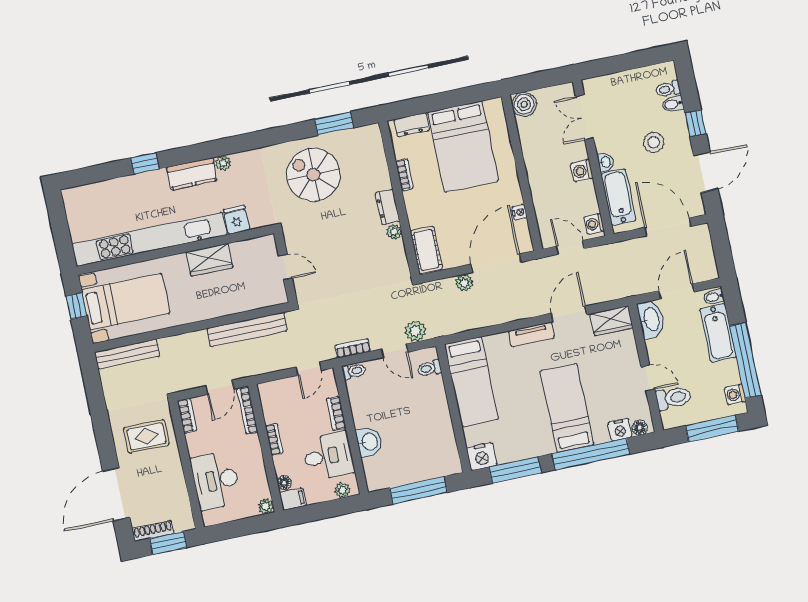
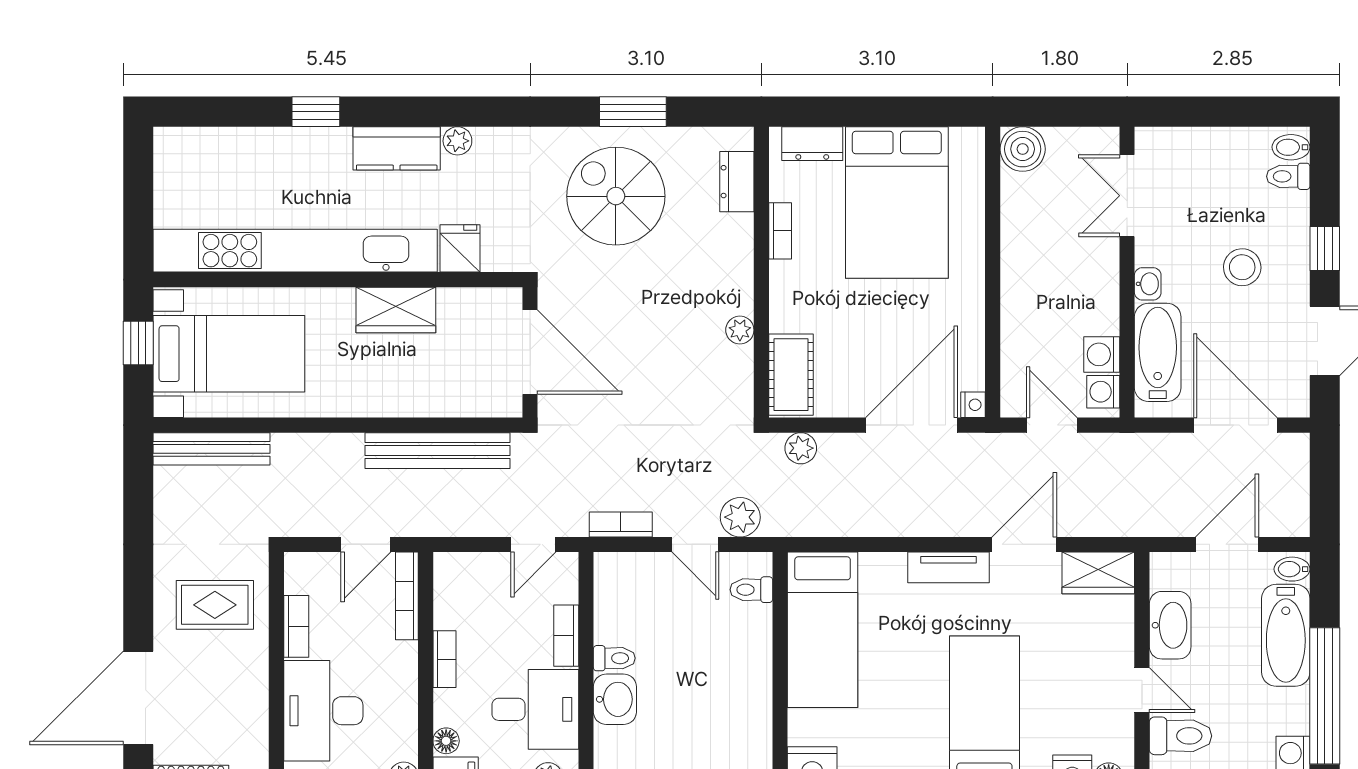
bidet: (673, 104) -> (1291, 147), moved
window: (334, 124) -> (633, 112), moved
washing machine: (582, 171) -> (1102, 354), moved
dresser: (387, 207) -> (737, 182), moved
nightstand: (519, 212) -> (973, 405), moved
door: (285, 267) -> (530, 352), width x1.87
plant: (464, 283) -> (801, 448), moved
washbasin: (651, 319) -> (1170, 625), moved
toilet: (354, 371) -> (614, 658), moved
bookcase: (187, 416) -> (296, 626), moved

